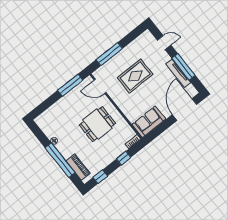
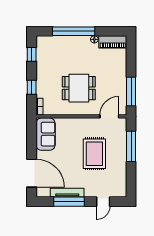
dining table: (97, 124) -> (79, 88), turned 90
piano: (78, 167) -> (113, 42), moved

